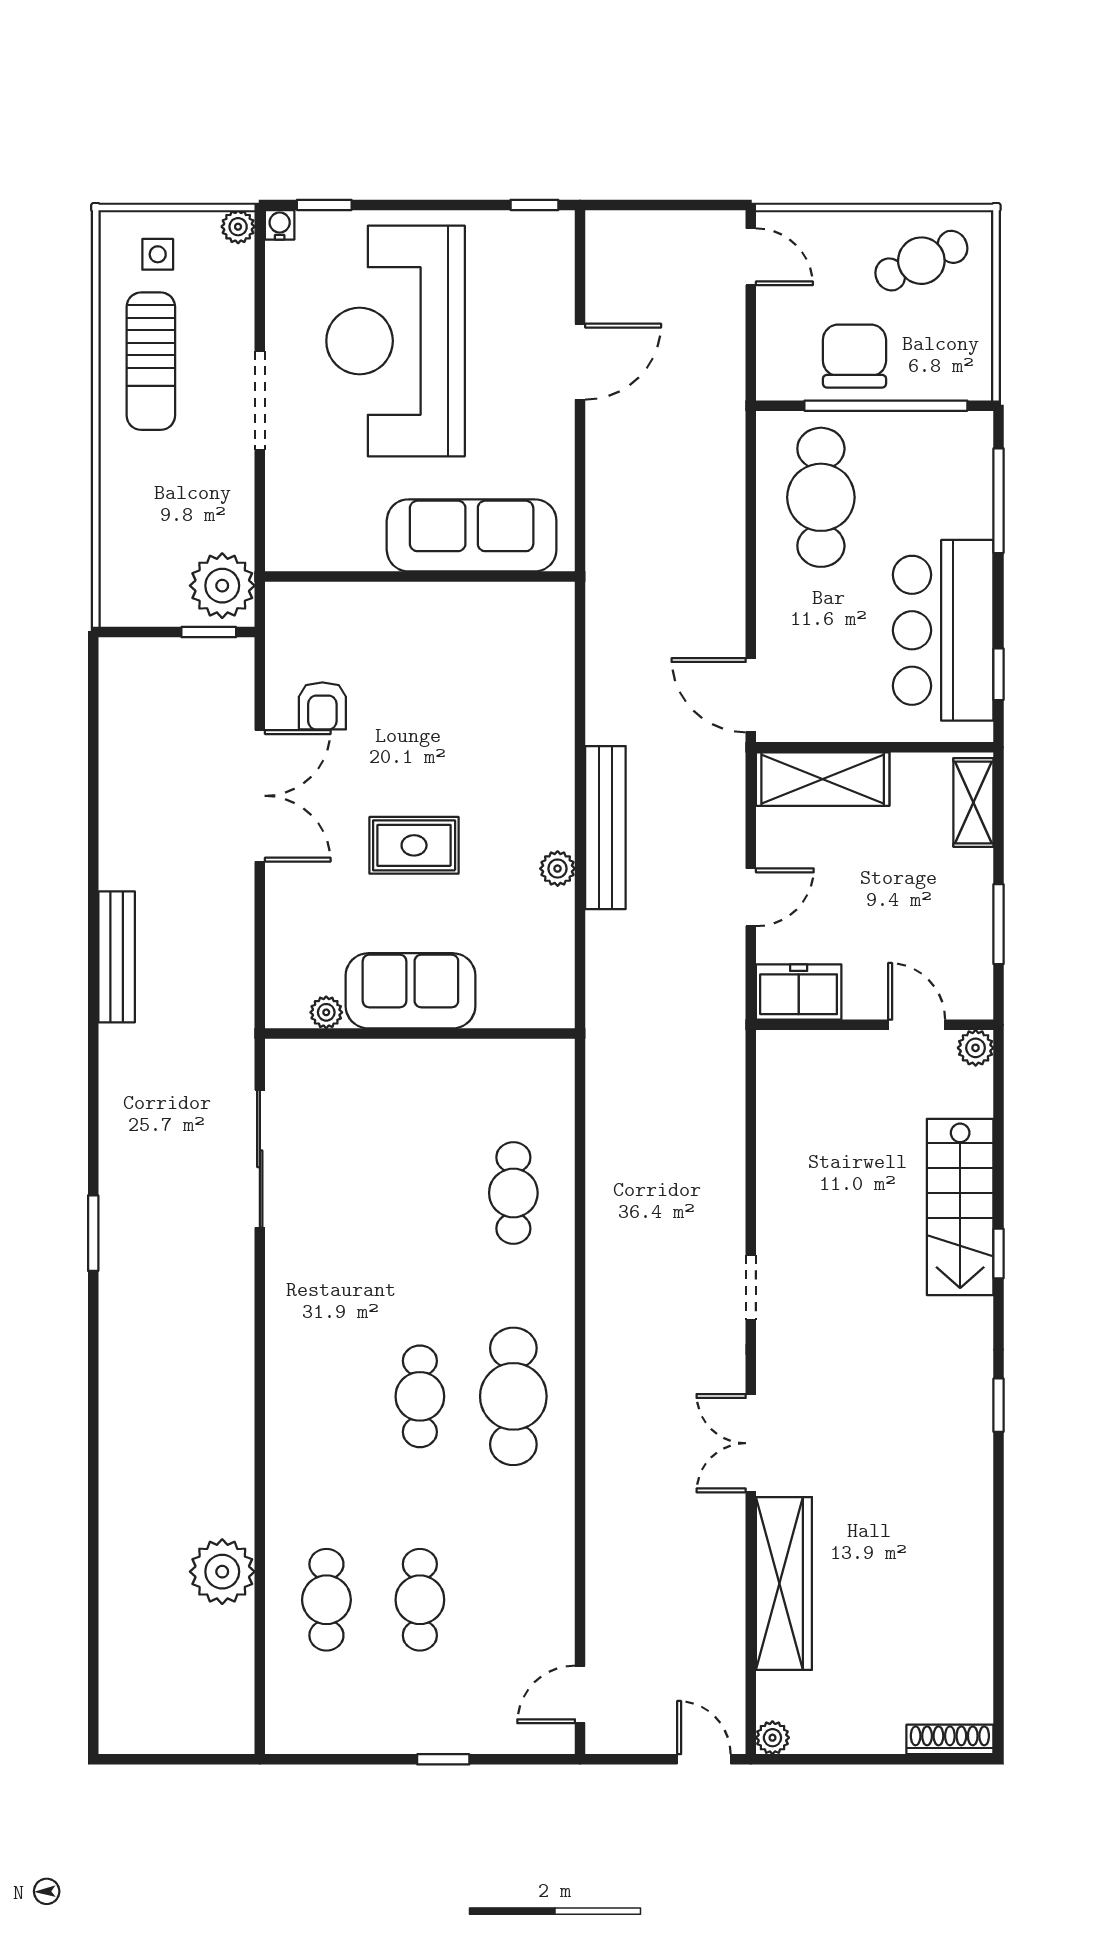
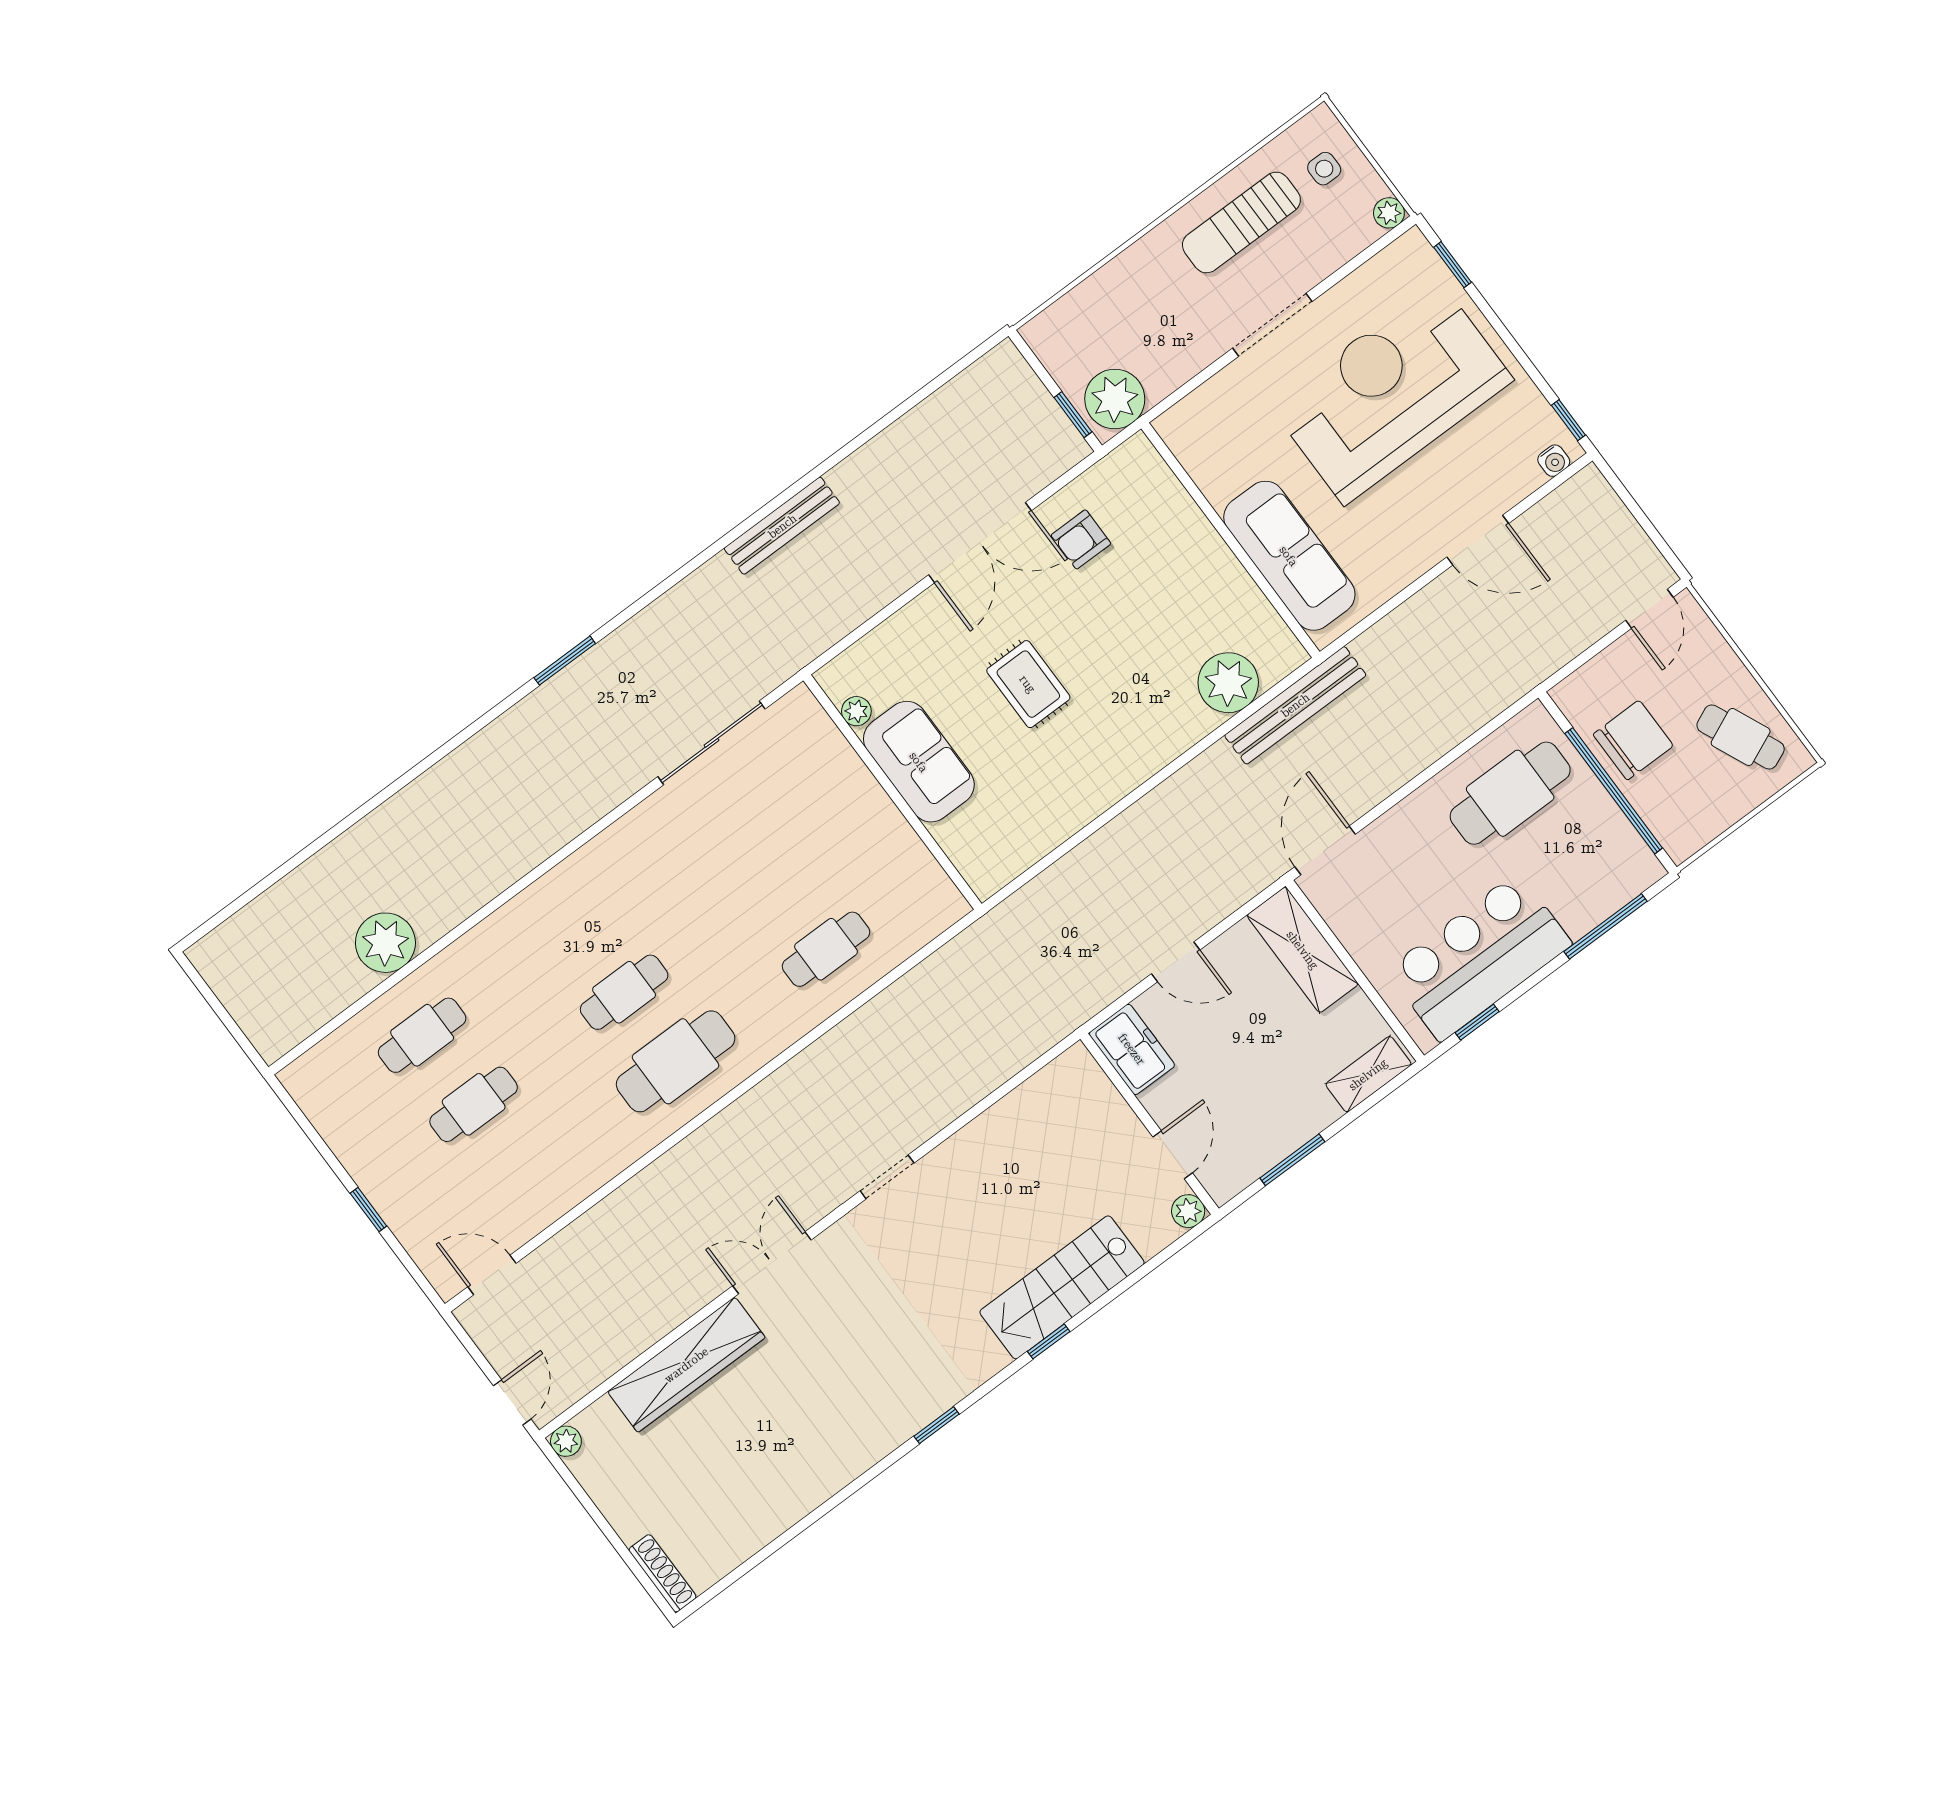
water cooler: (280, 225) -> (1554, 461), moved, turned 90
bench: (605, 828) -> (1295, 705), moved
plant: (558, 869) -> (1228, 683), moved, width x1.87, depth x1.87

